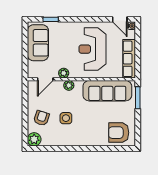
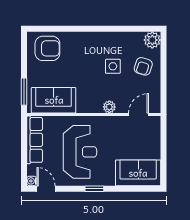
window: (51, 19) -> (94, 189), moved
sofa: (38, 43) -> (138, 173), moved, turned 90
plant: (64, 73) -> (116, 122), removed
sofa: (107, 91) -> (54, 100), width x0.73

